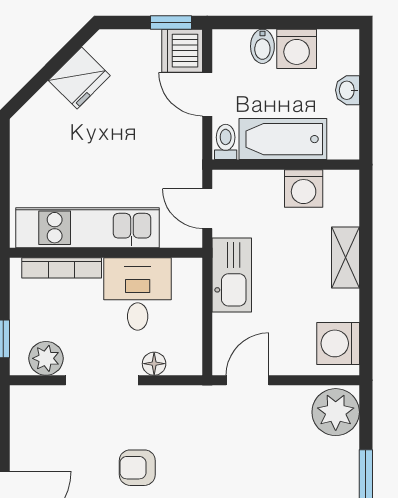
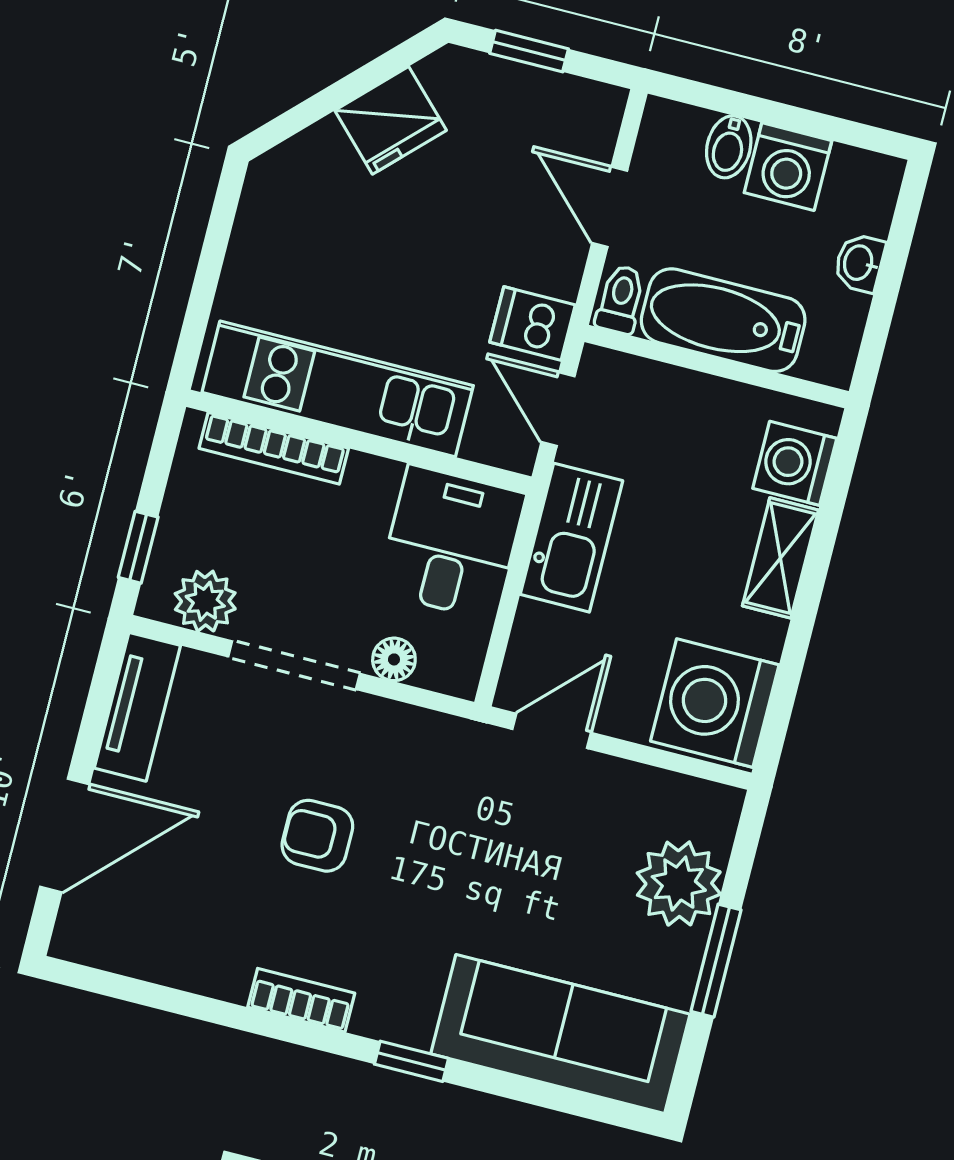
window: (171, 22) -> (529, 51), moved
dishwasher: (182, 51) -> (533, 324), moved, width x0.73
washing machine: (304, 188) -> (795, 463), moved, turned 90
desk: (138, 294) -> (451, 543), moved
washing machine: (338, 343) -> (715, 703), width x1.37, depth x1.37
plant: (336, 412) -> (679, 884), moved
tv unit: (24, 424) -> (137, 707), added

